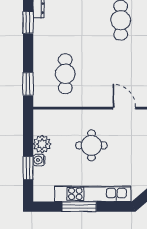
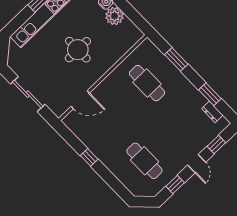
window: (28, 84) -> (176, 59), moved

